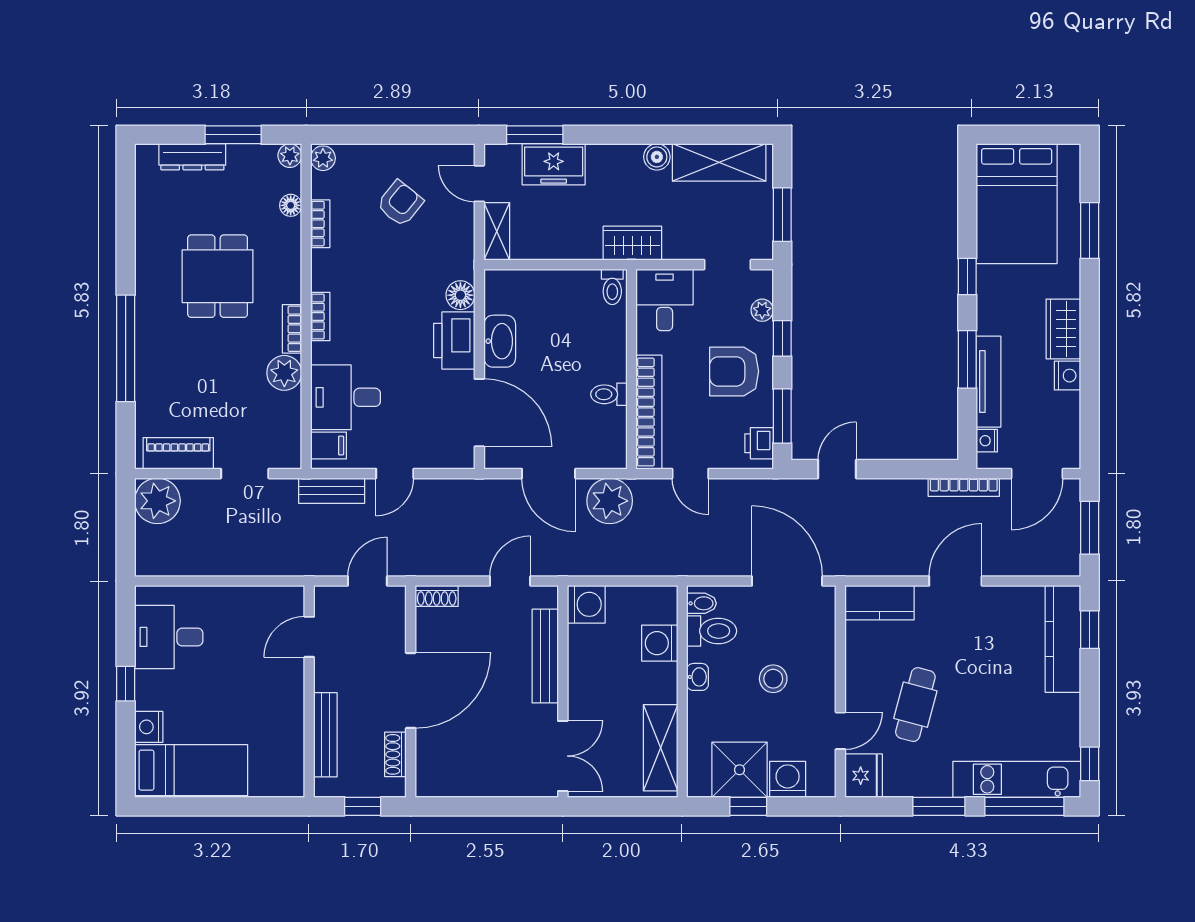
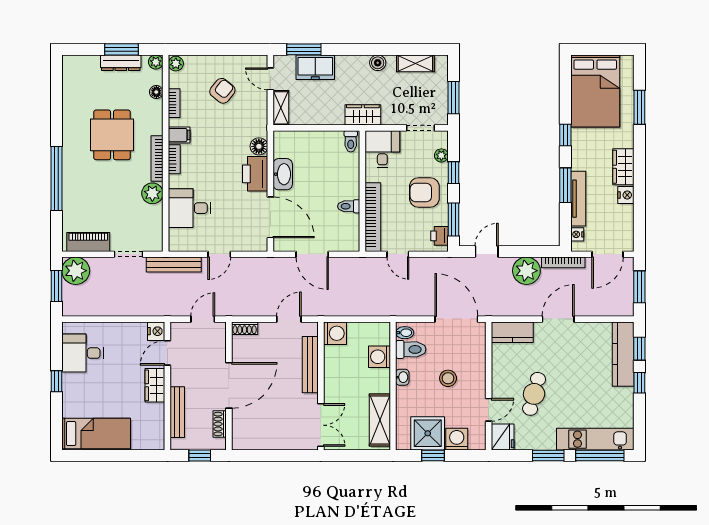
dresser: (192, 157) -> (121, 63), moved
shelving: (719, 162) -> (415, 63), width x0.67, depth x0.75
bookcase: (292, 329) -> (157, 158), width x1.56
filing cabinet: (329, 445) -> (179, 135), moved
bench: (332, 491) -> (174, 265), width x1.36
plant: (610, 501) -> (526, 271), moved
window: (126, 526) -> (56, 286), added
wardrobe: (288, 690) -> (155, 385), added
nightstand: (149, 727) -> (156, 331), moved, turned 180
window: (1090, 764) -> (639, 383), moved

